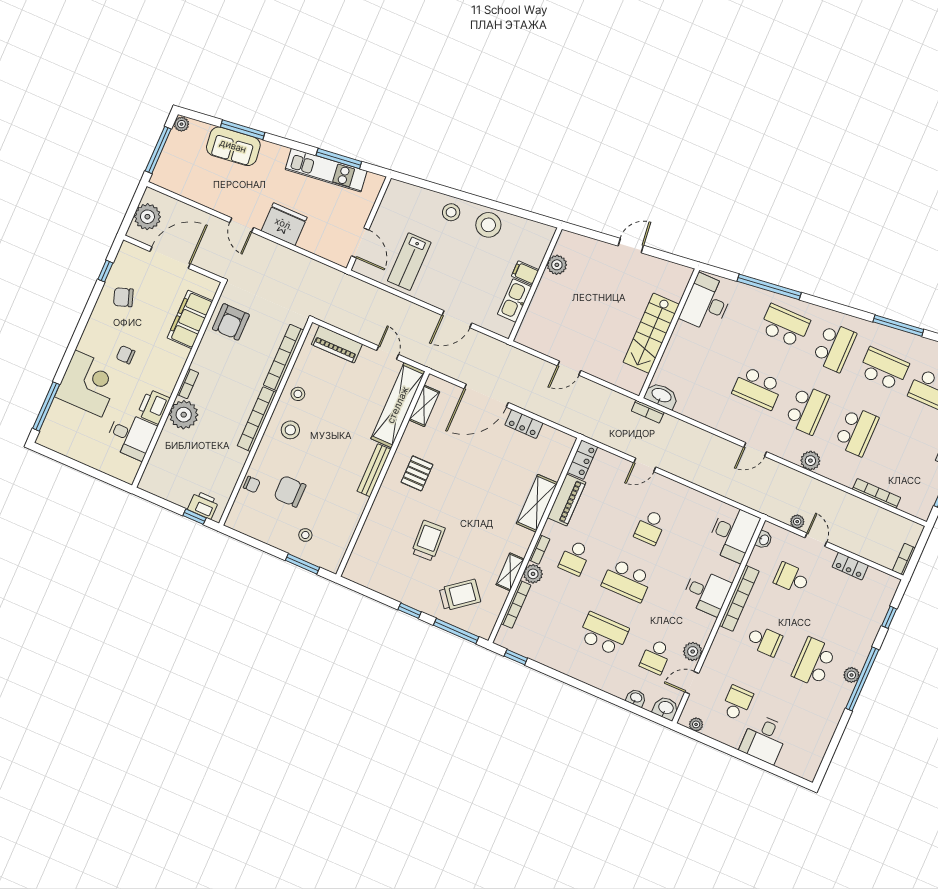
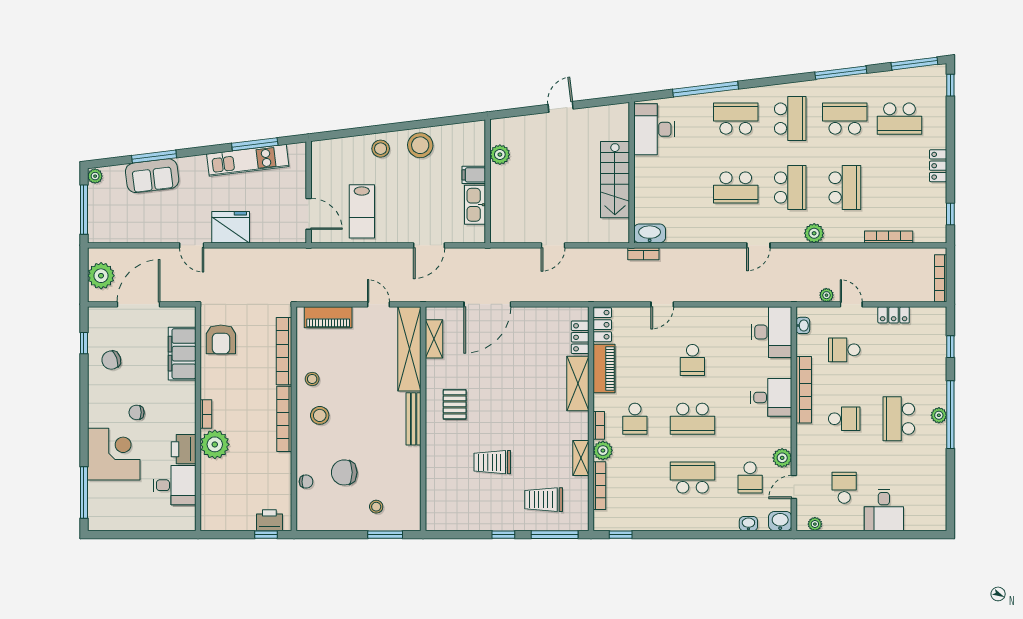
locker: (524, 424) -> (580, 337), moved, turned 90
trolley: (428, 541) -> (492, 462), turned -87
bookcase: (904, 559) -> (941, 278), width x1.56
trolley: (460, 595) -> (544, 500), turned -142

